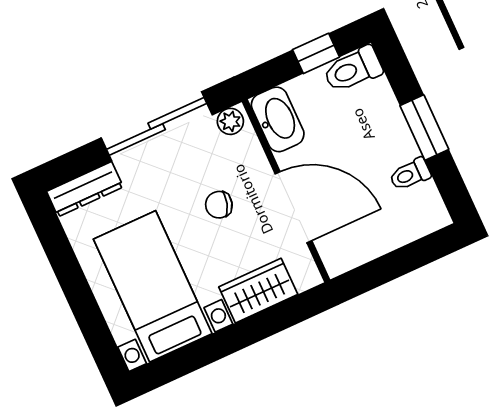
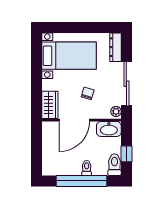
window: (424, 128) -> (81, 181), width x2.11
toilet: (410, 174) -> (87, 168), moved
wardrobe: (258, 291) -> (50, 105), moved

